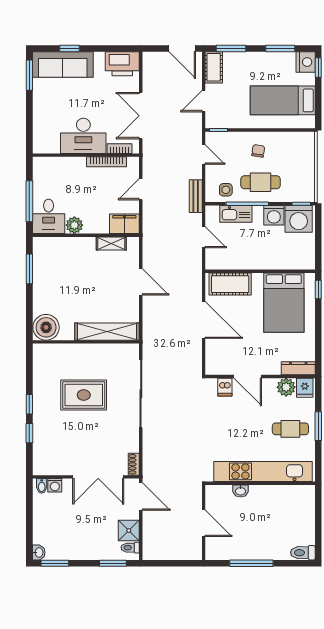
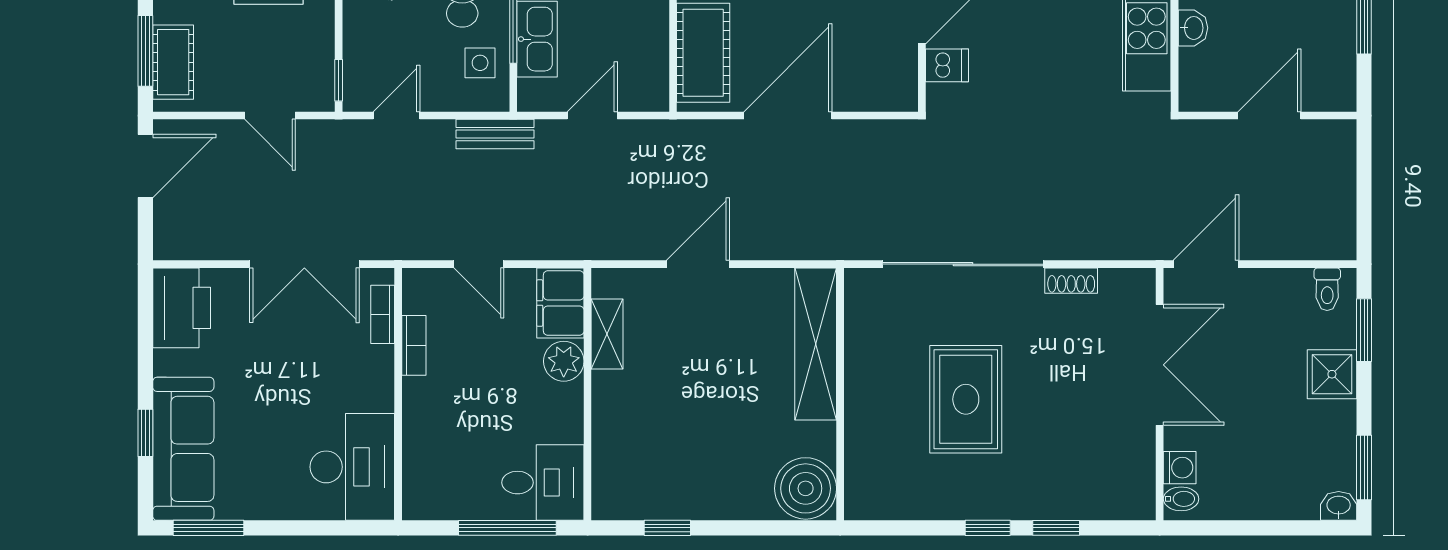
cot: (214, 67) -> (173, 62), moved, turned 90
desk: (83, 136) -> (352, 467), moved
bookcase: (106, 162) -> (414, 345), width x0.64
plant: (74, 225) -> (564, 361), moved
window: (29, 269) -> (667, 528), width x0.67
shoe rack: (134, 464) -> (1071, 281), moved
shower: (129, 530) -> (1332, 374), moved

